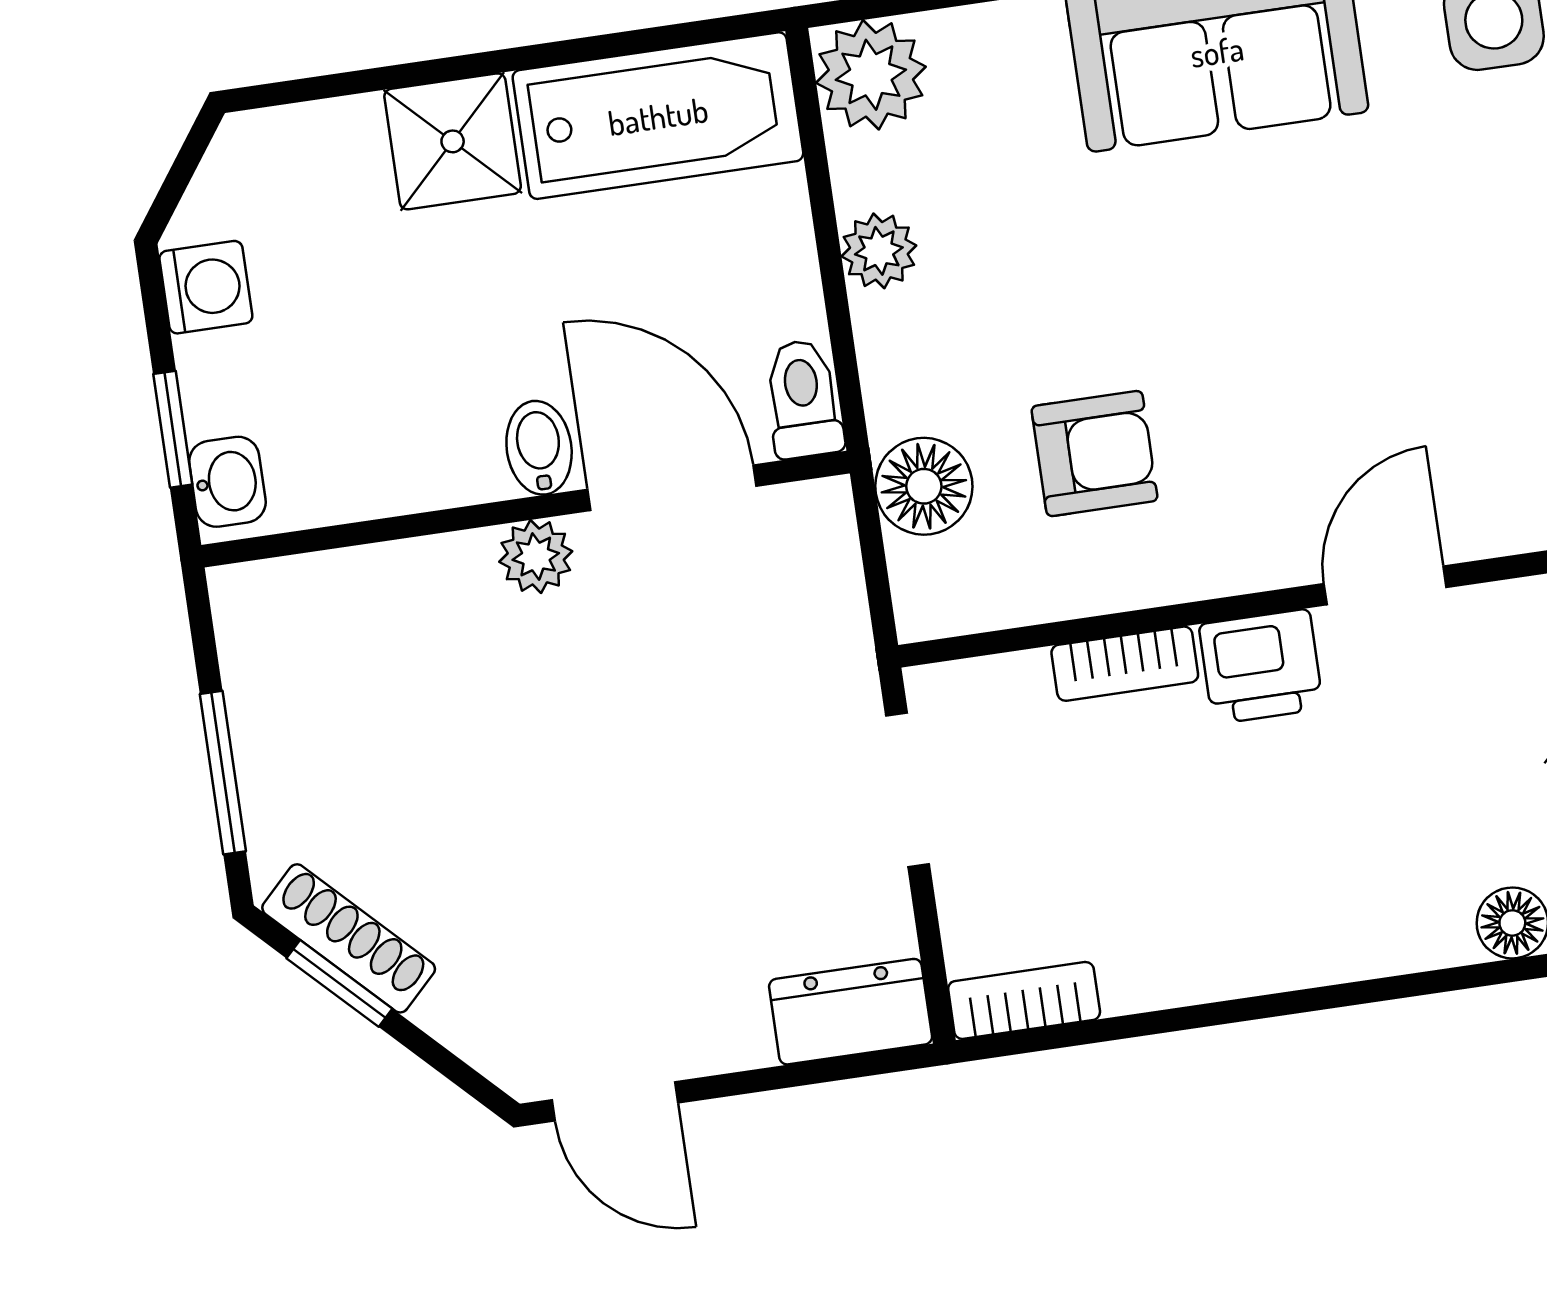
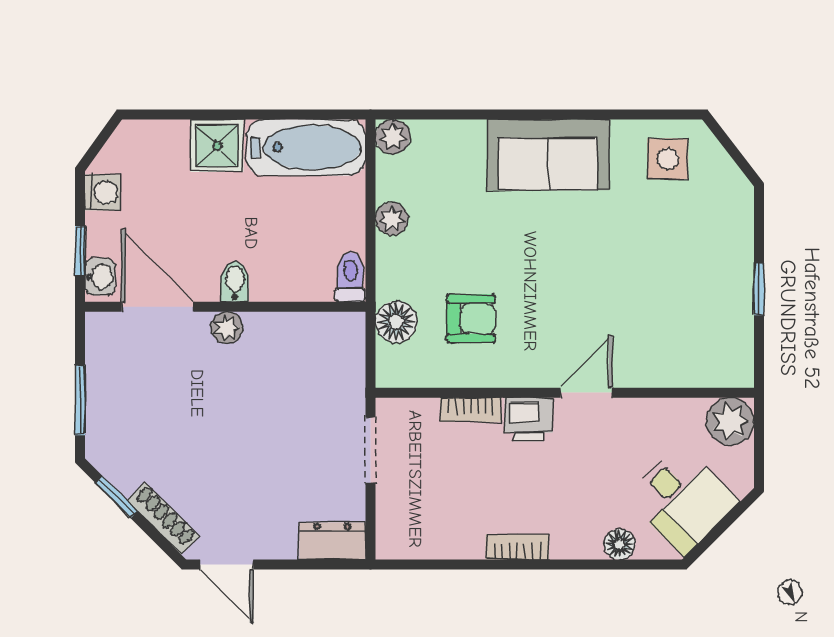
plant: (871, 75) -> (393, 137), width x0.73, depth x0.73
door: (672, 488) -> (158, 307), moved
shoe rack: (349, 938) -> (163, 518), moved
bookcase: (1024, 1000) -> (517, 547), moved

